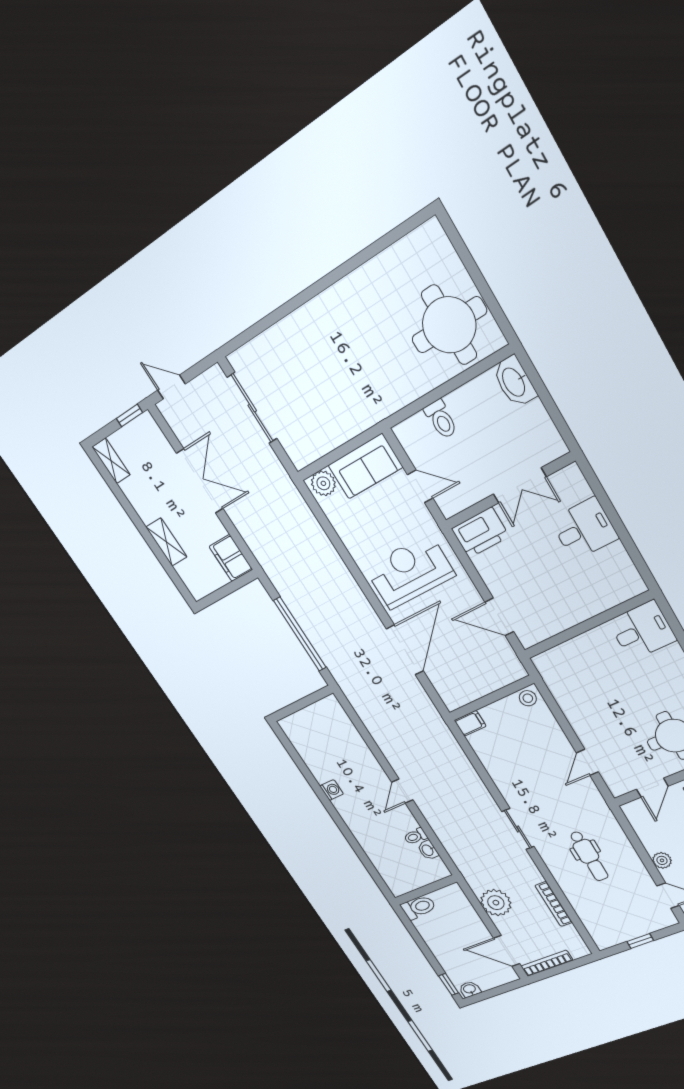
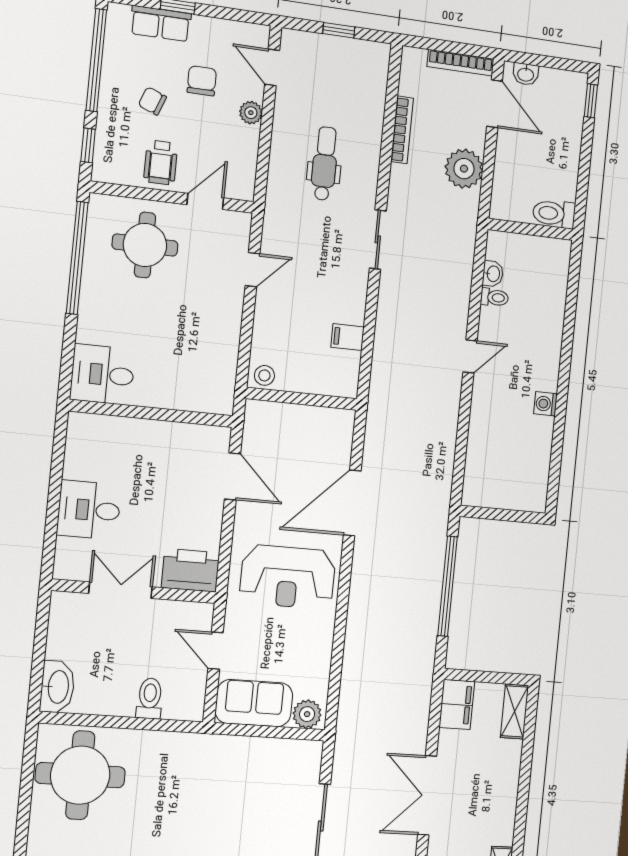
shelving: (166, 542) -> (515, 711), moved
filing cabinet: (470, 723) -> (348, 337), moved
washbasin: (470, 989) -> (526, 74), moved

